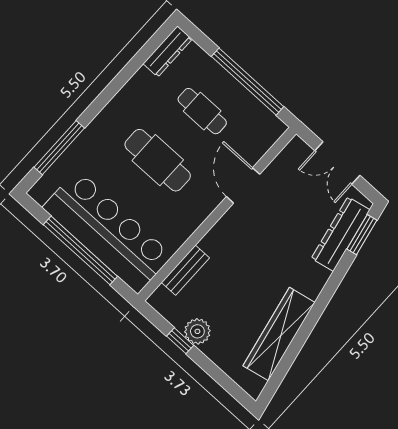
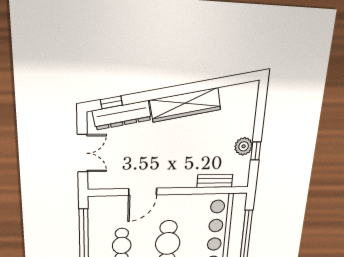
window: (362, 235) -> (111, 102), width x0.67
wardrobe: (279, 334) -> (185, 105), moved

